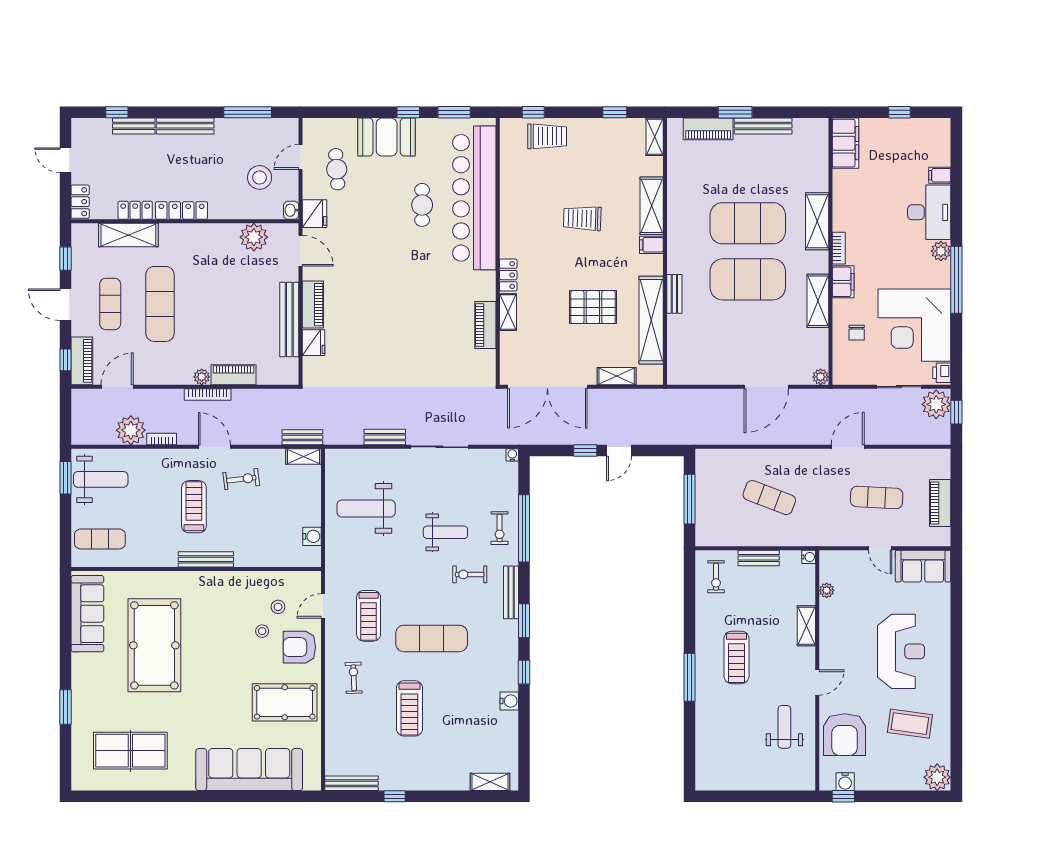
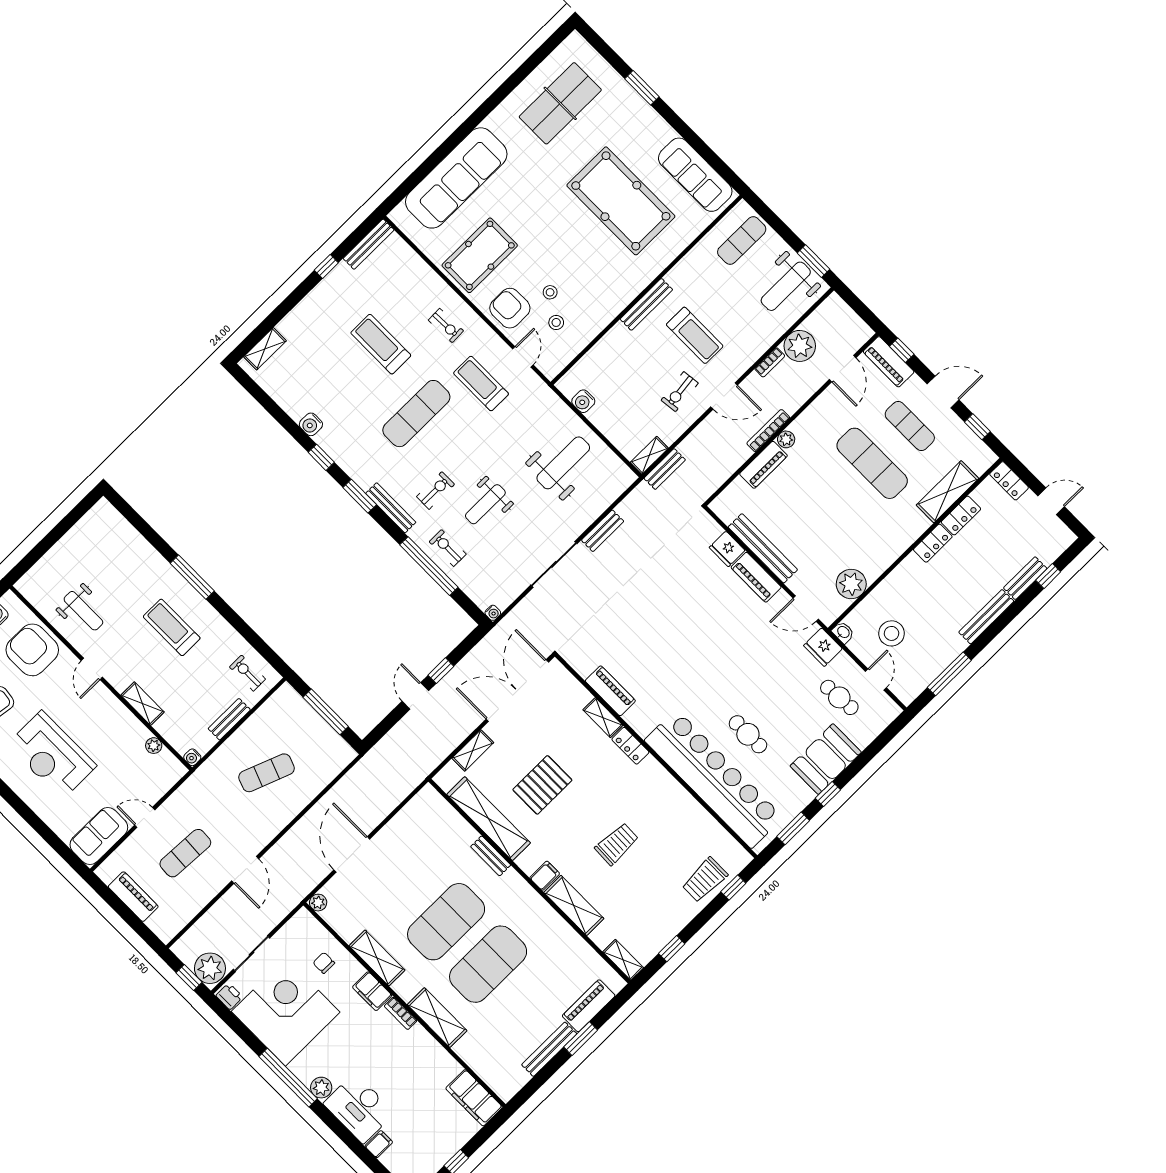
locker: (182, 210) -> (933, 543), width x0.66
armchair: (299, 647) -> (510, 308), turned -90

